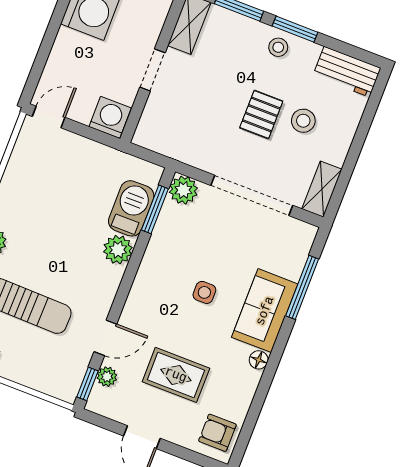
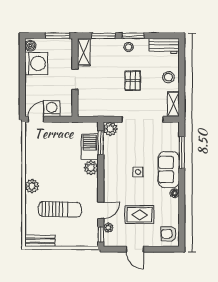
washing machine: (110, 117) -> (52, 109), moved
stool: (303, 121) -> (168, 77), moved

